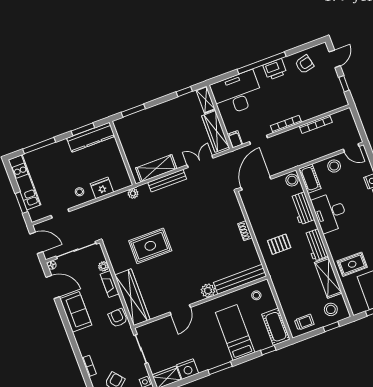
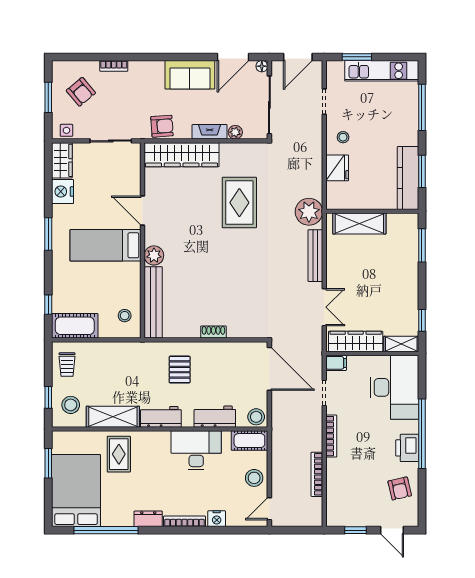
shelving: (156, 168) -> (359, 224), moved, turned 90
plant: (133, 193) -> (309, 212), width x1.88, depth x1.88
bed: (235, 332) -> (105, 245), moved, turned 180

